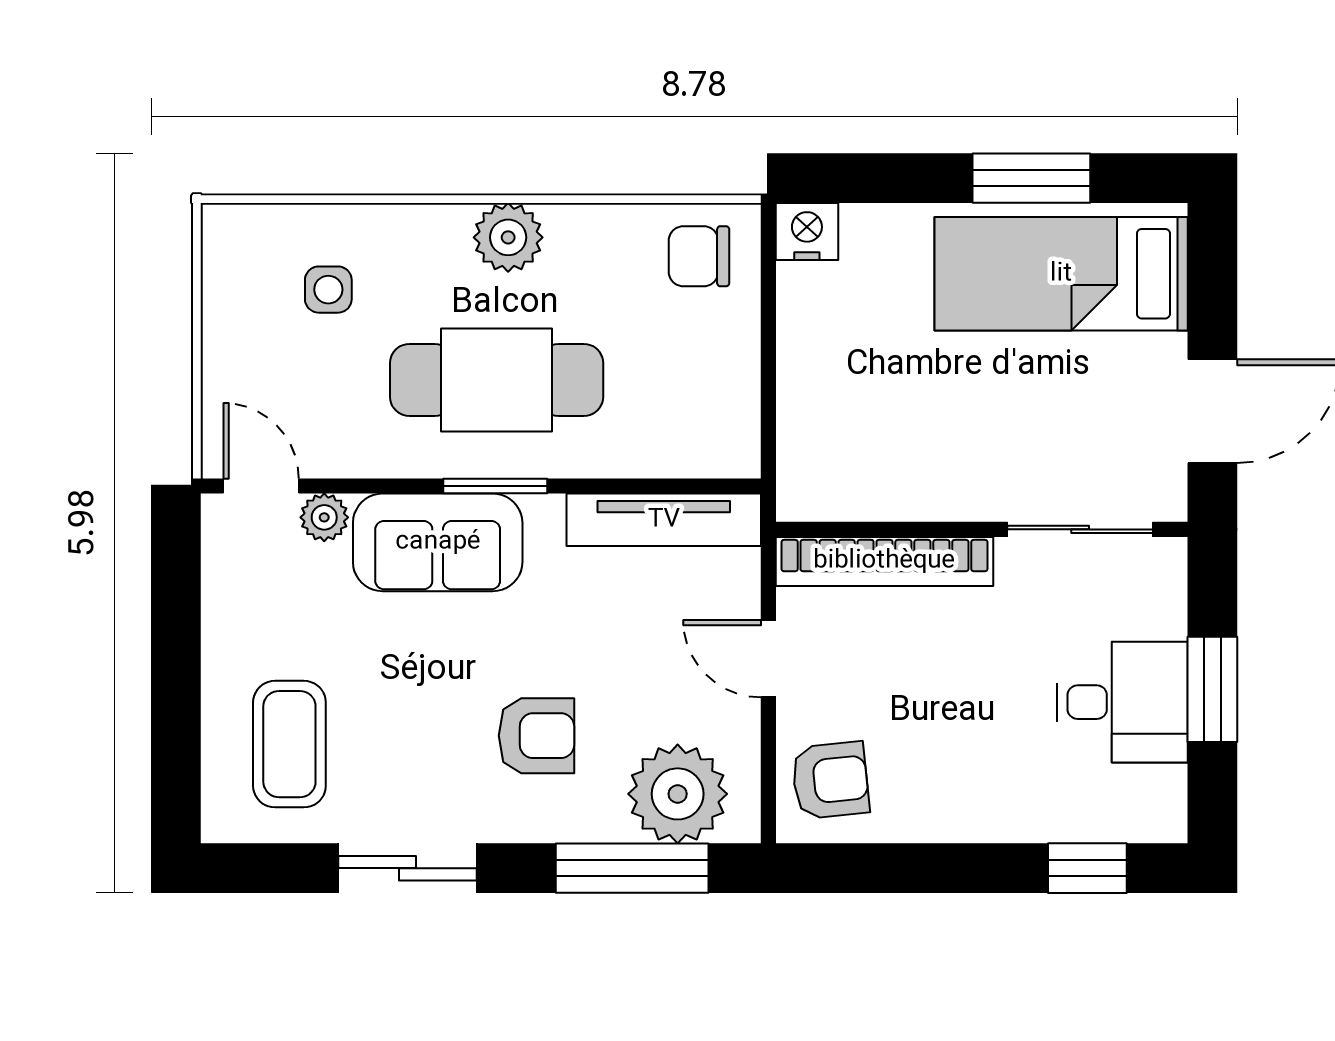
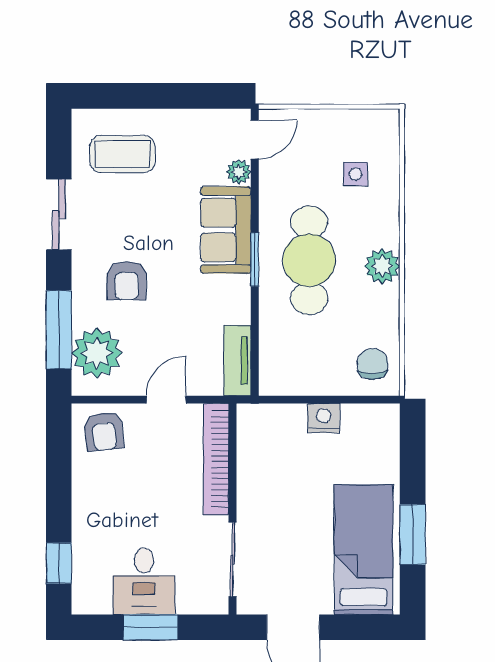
nightstand: (807, 231) -> (324, 418), moved, turned -90
tv unit: (664, 520) -> (237, 360), width x0.71

